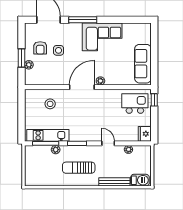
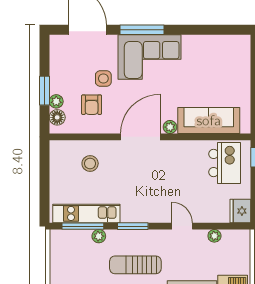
corner sofa: (102, 37) -> (150, 57), moved
armchair: (40, 48) -> (92, 105), moved
sofa: (143, 64) -> (209, 121), moved, turned 90
floor lamp: (29, 75) -> (57, 117), added
kitchen island: (135, 104) -> (225, 163), turned 90

